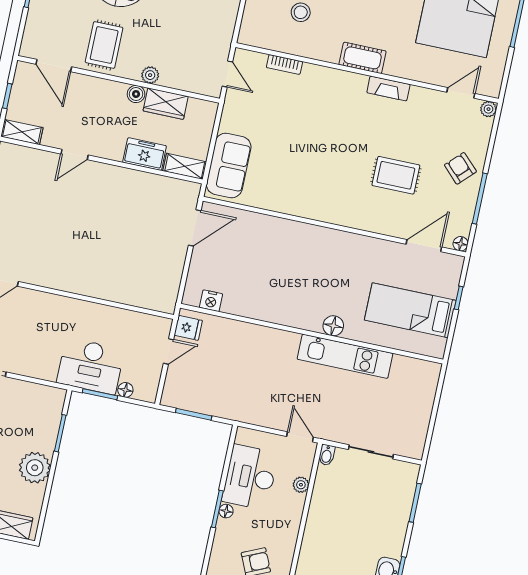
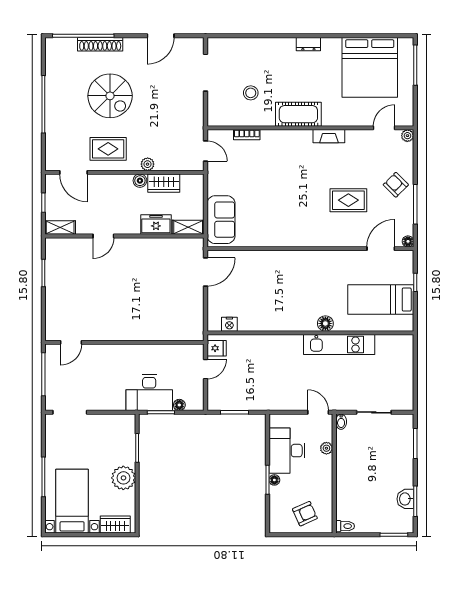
rug: (104, 45) -> (108, 149), turned 90
cot: (363, 58) -> (298, 114), width x1.37, depth x1.34

